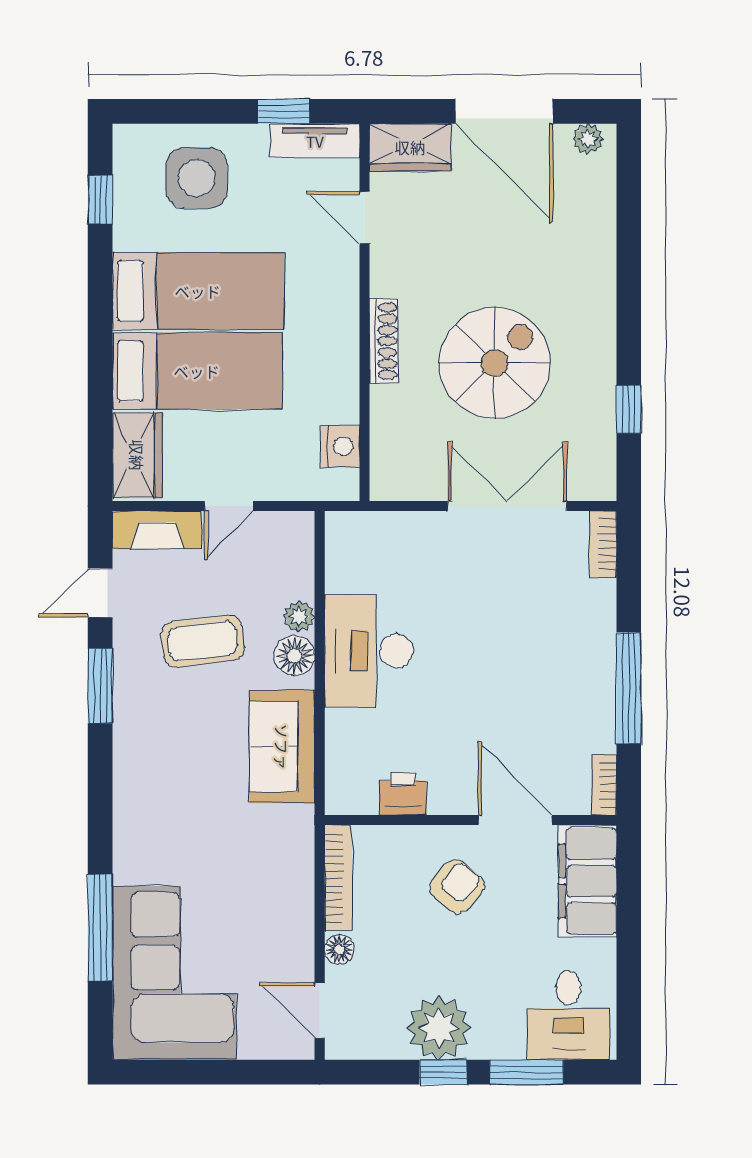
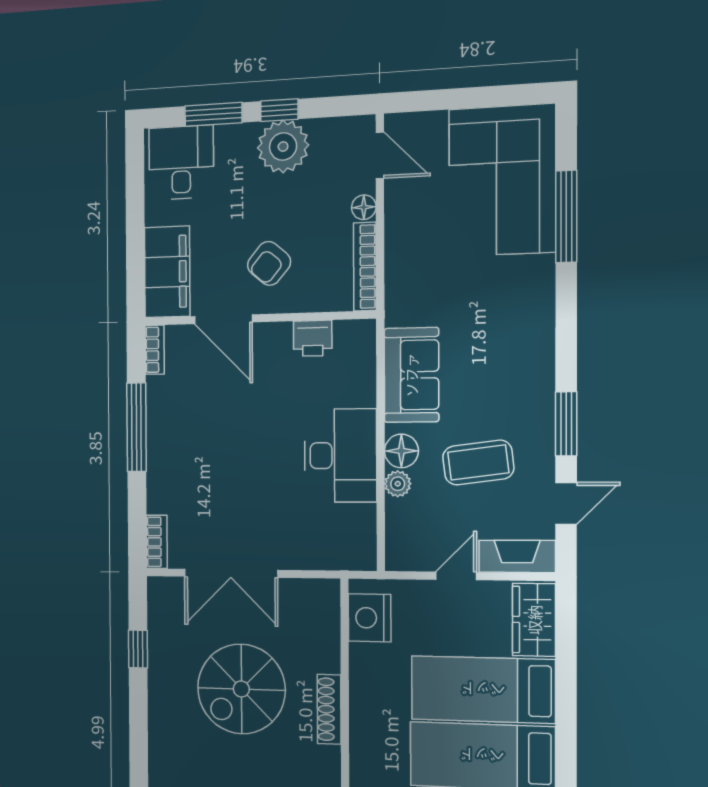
nightstand: (340, 446) -> (370, 618), width x1.36, depth x1.33

